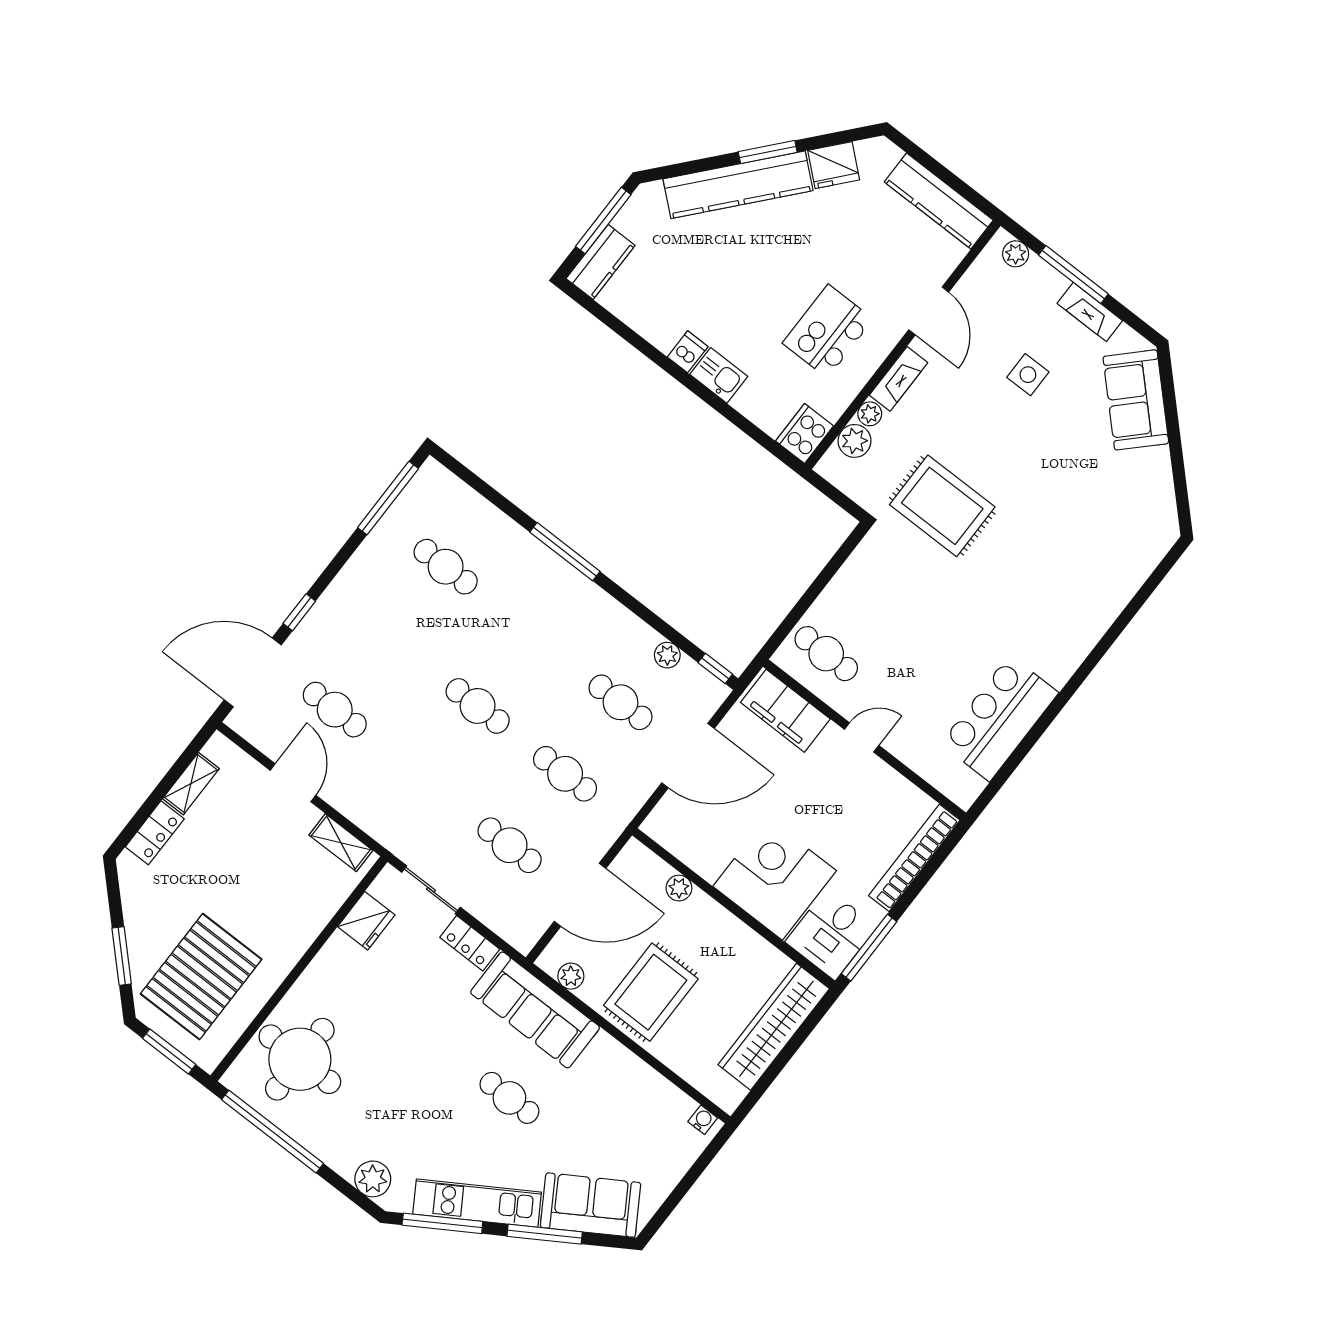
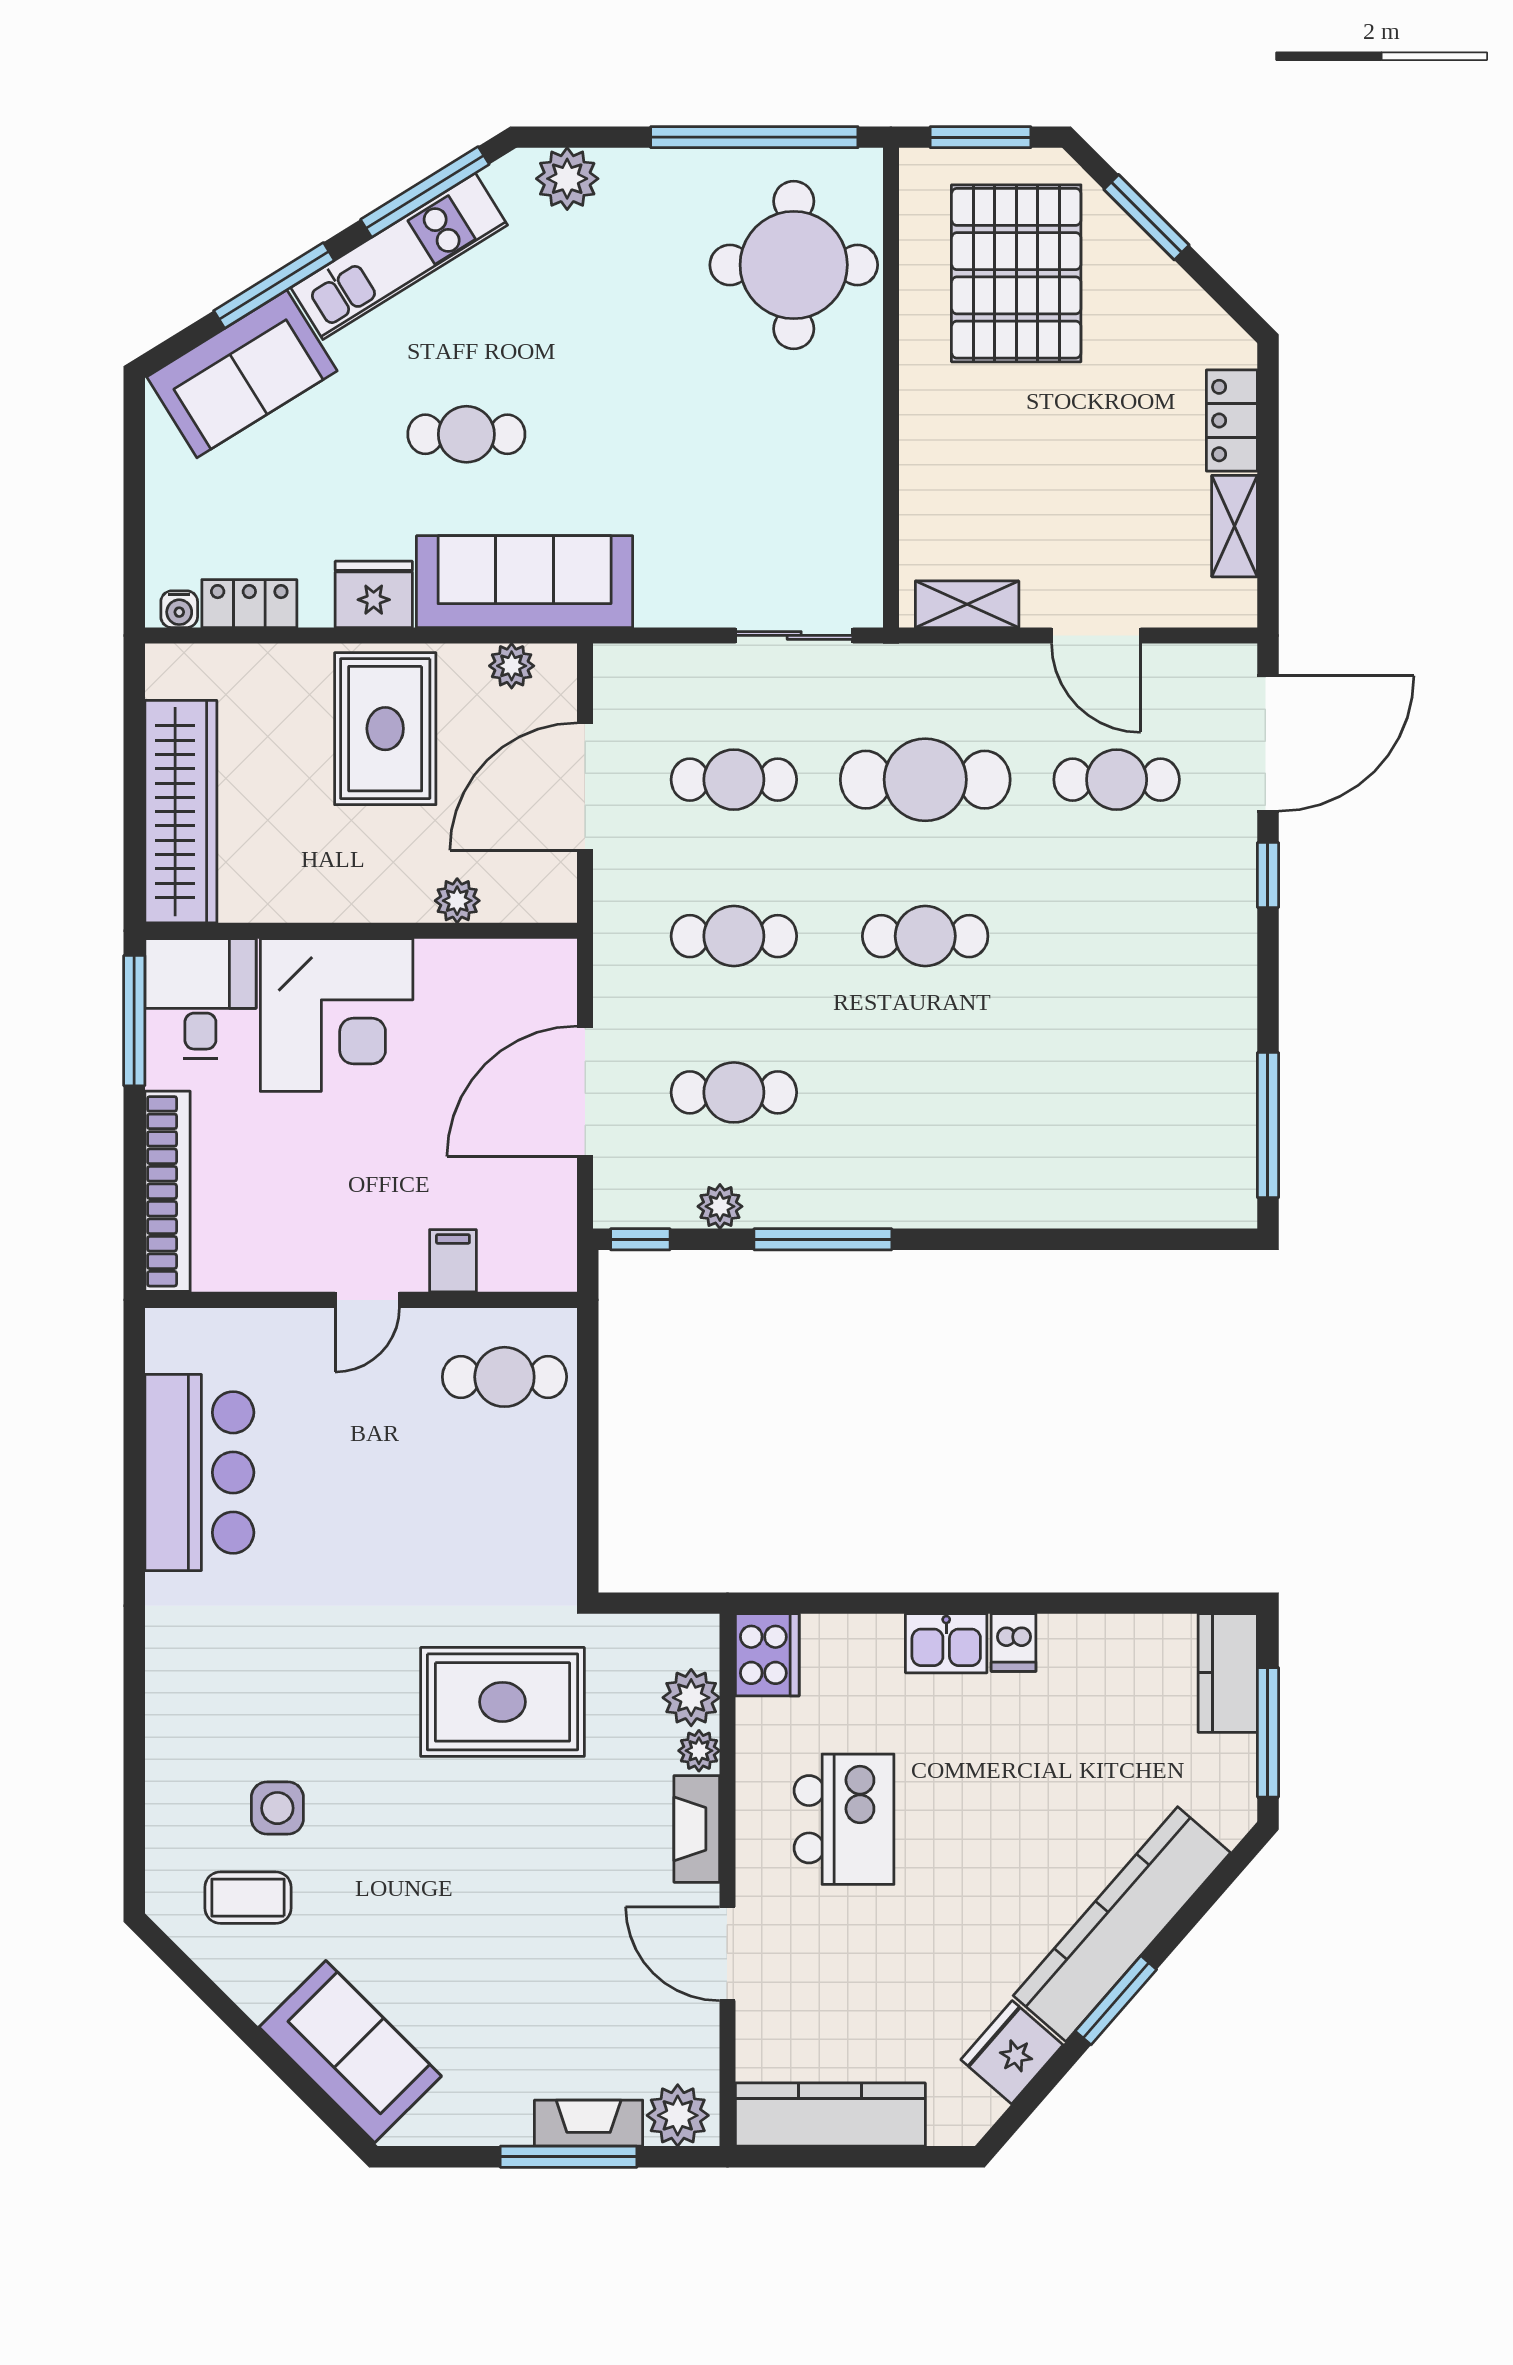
plant: (1016, 254) -> (678, 2115), width x1.38, depth x1.38
fireplace: (1090, 312) -> (589, 2123), moved
side table: (1028, 375) -> (277, 1808), moved
coffee table: (1128, 507) -> (248, 1898), added
window: (565, 552) -> (823, 1239), moved
cafe table: (446, 567) -> (925, 780), moved, width x1.37, depth x1.35
filing cabinet: (785, 711) -> (453, 1261), width x0.33, depth x0.86
fridge: (366, 921) -> (374, 594), moved, turned 90
locker: (470, 943) -> (249, 604), moved

